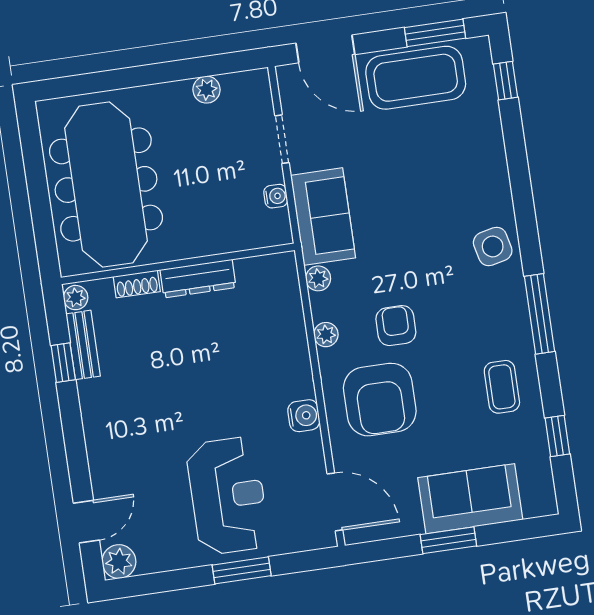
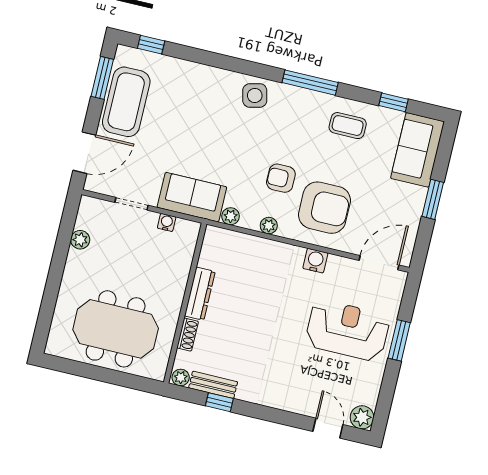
meeting table: (106, 184) -> (116, 329), width x0.73
sofa: (470, 499) -> (418, 150), moved

